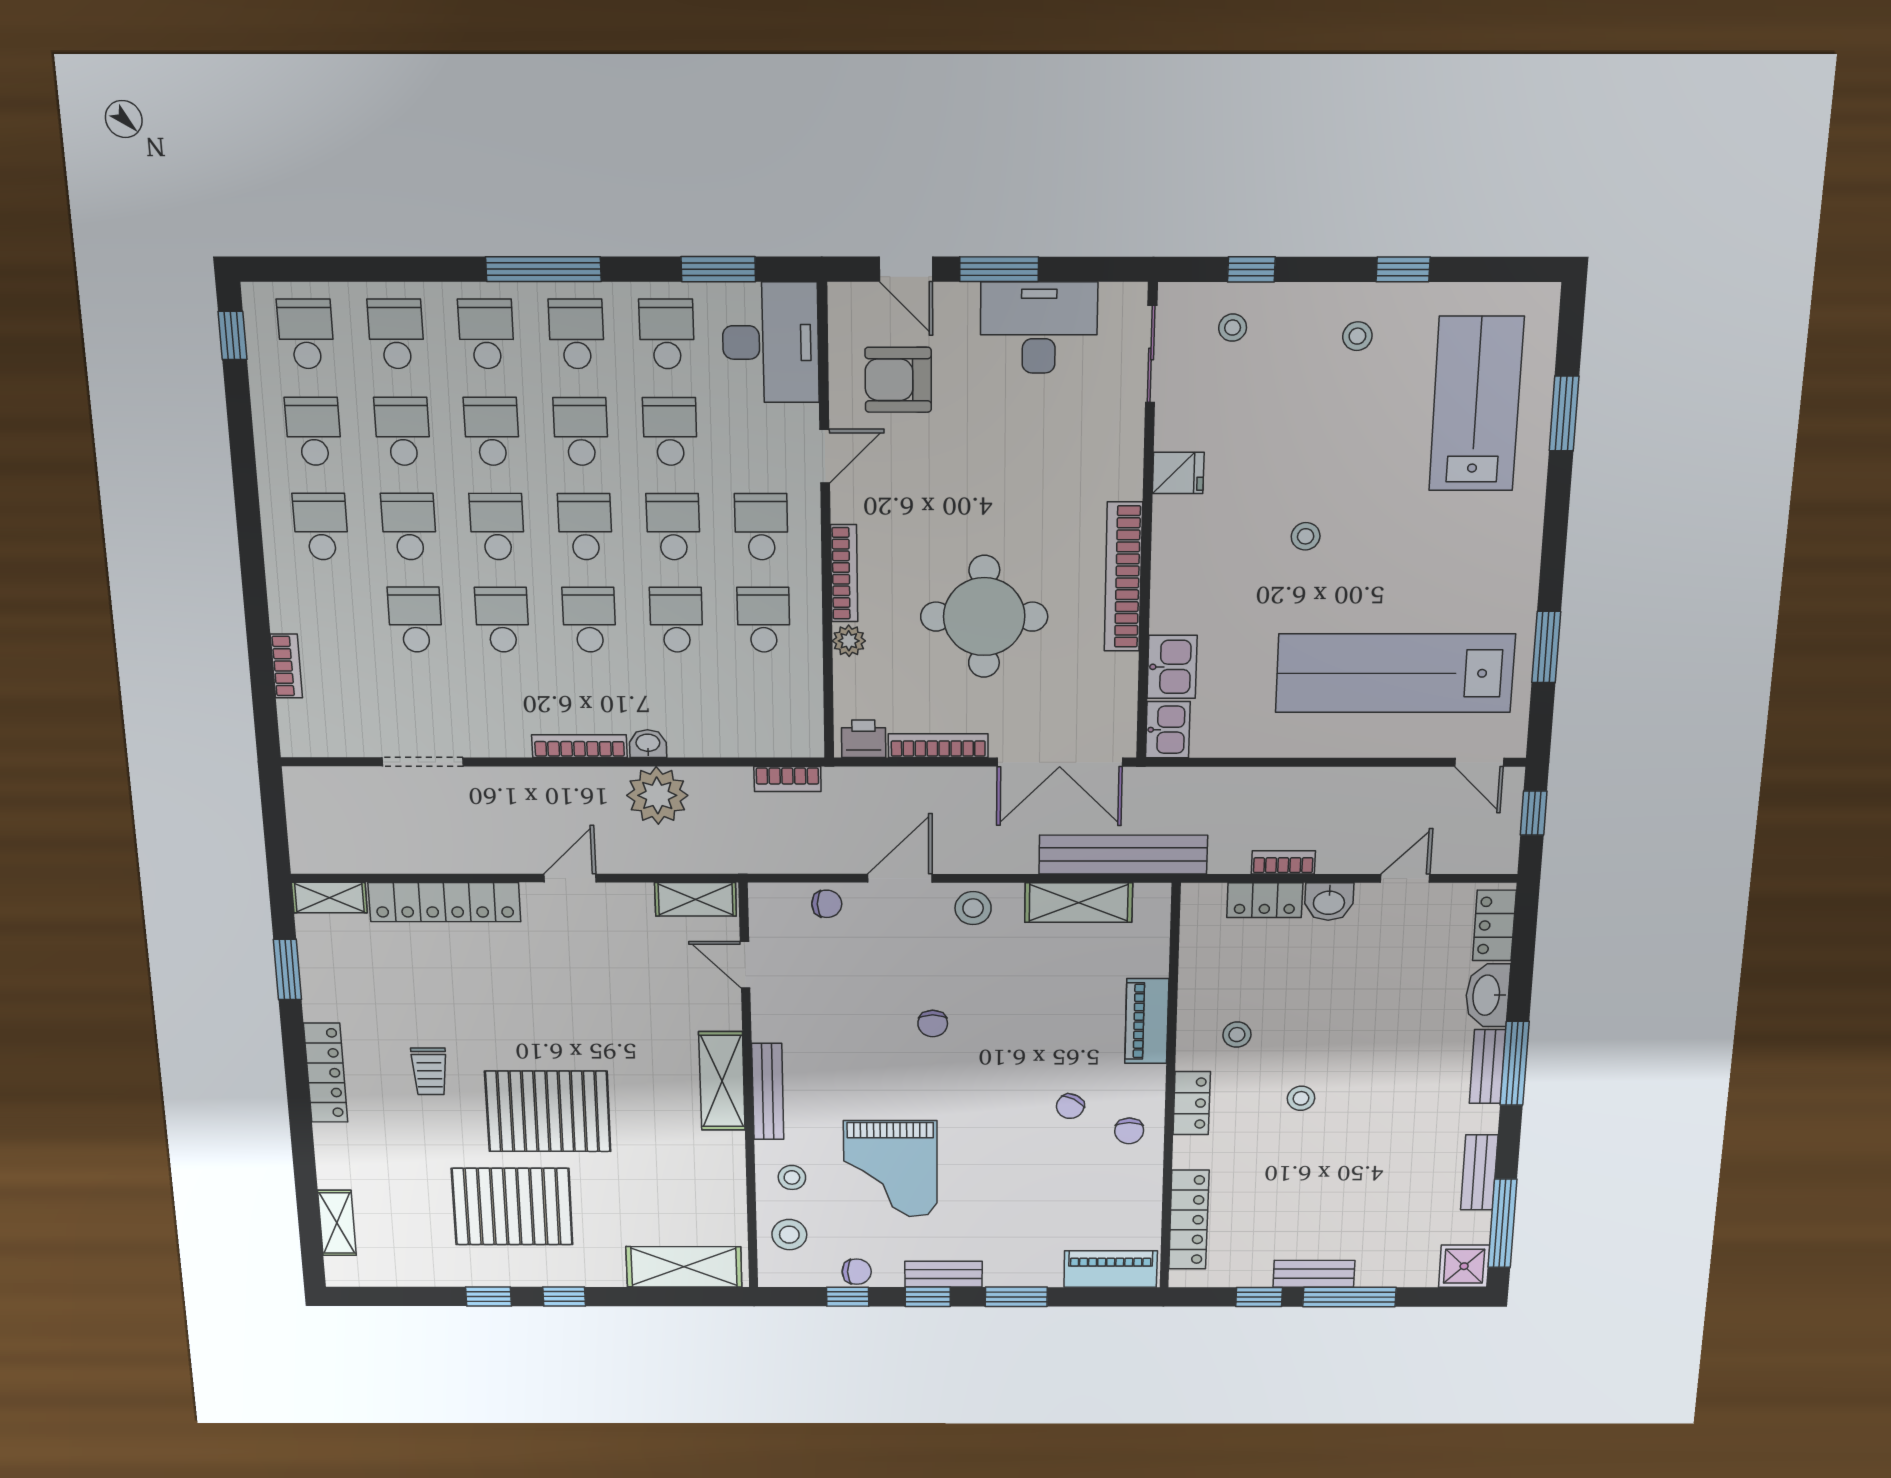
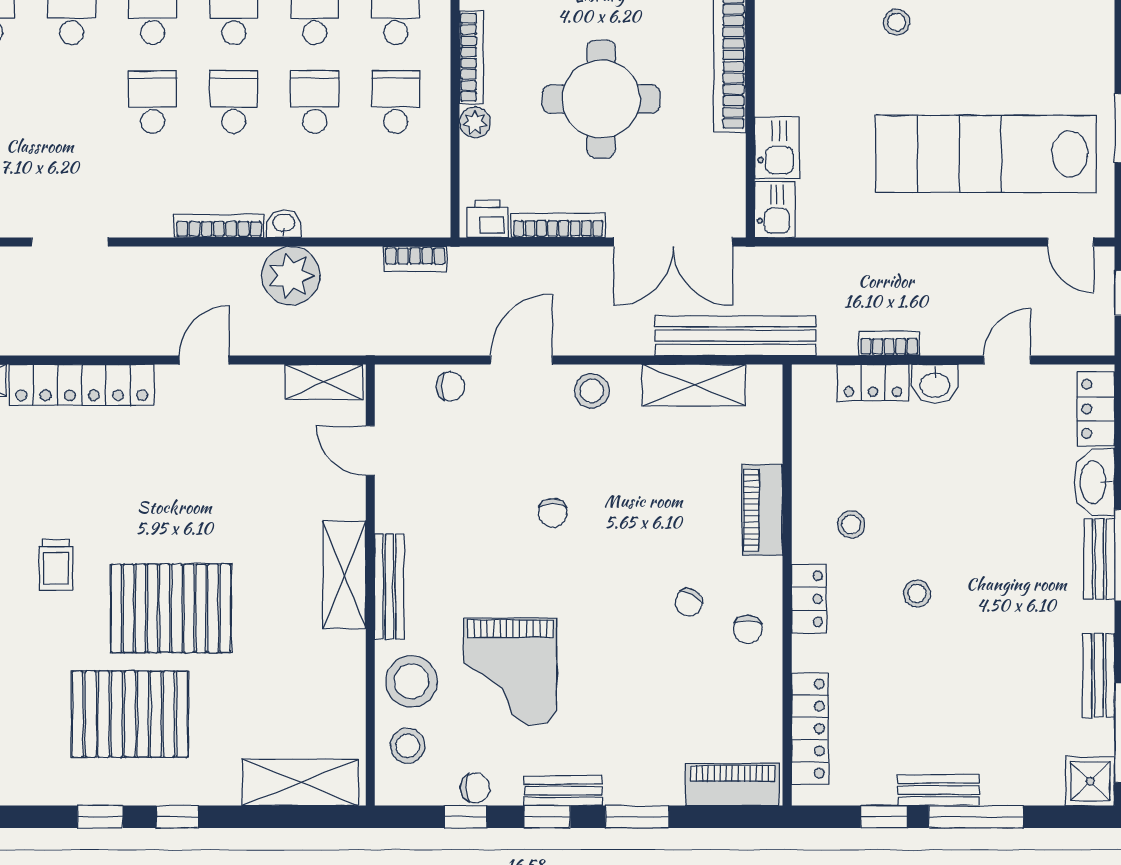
school desk: (415, 620) -> (72, 102), removed
stool: (792, 1177) -> (411, 681), width x1.89, depth x1.89

